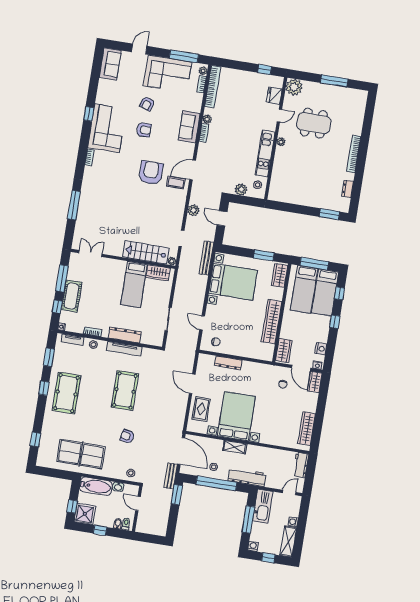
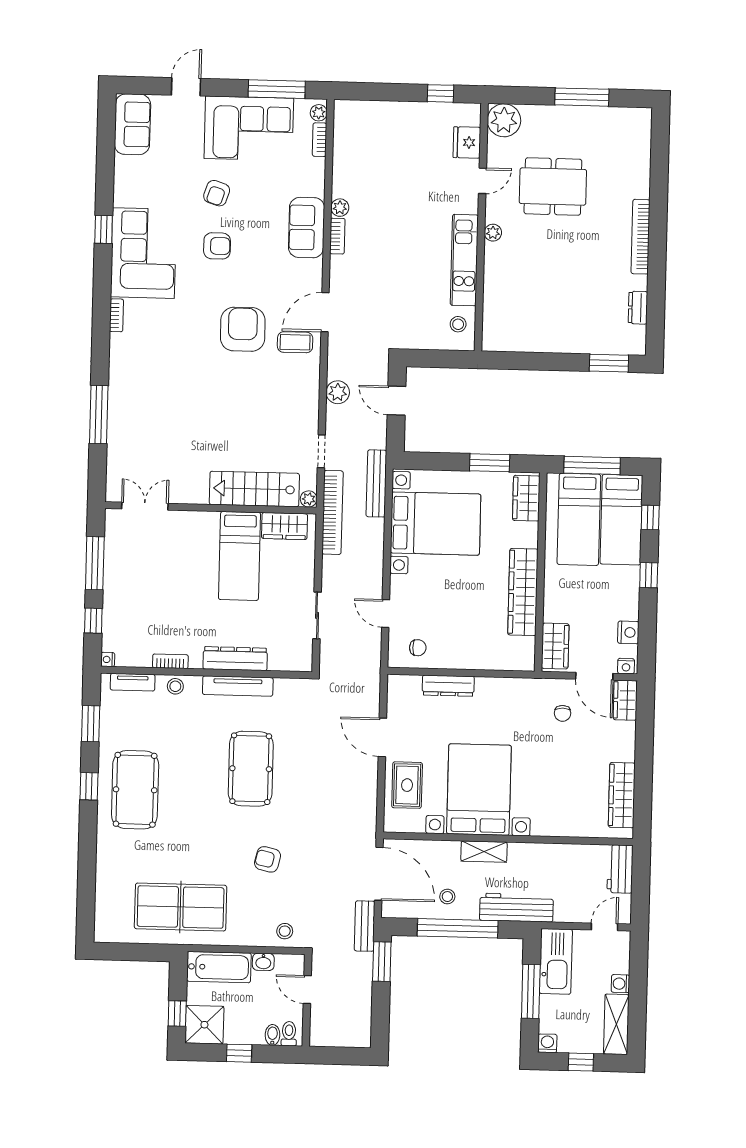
bookcase: (213, 87) -> (332, 512), moved
plant: (241, 189) -> (426, 338), removed
cot: (72, 296) -> (119, 596), removed
window: (35, 439) -> (86, 891), removed

